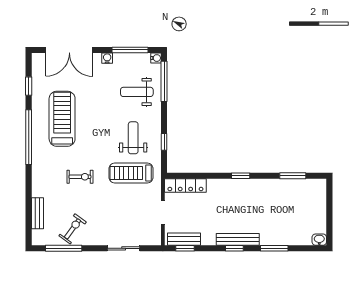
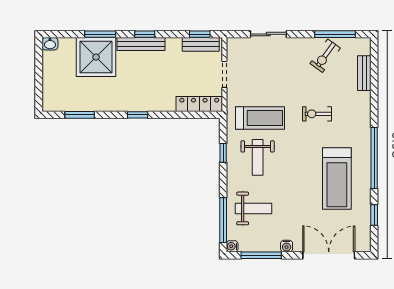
shower: (278, 228) -> (96, 57), added

